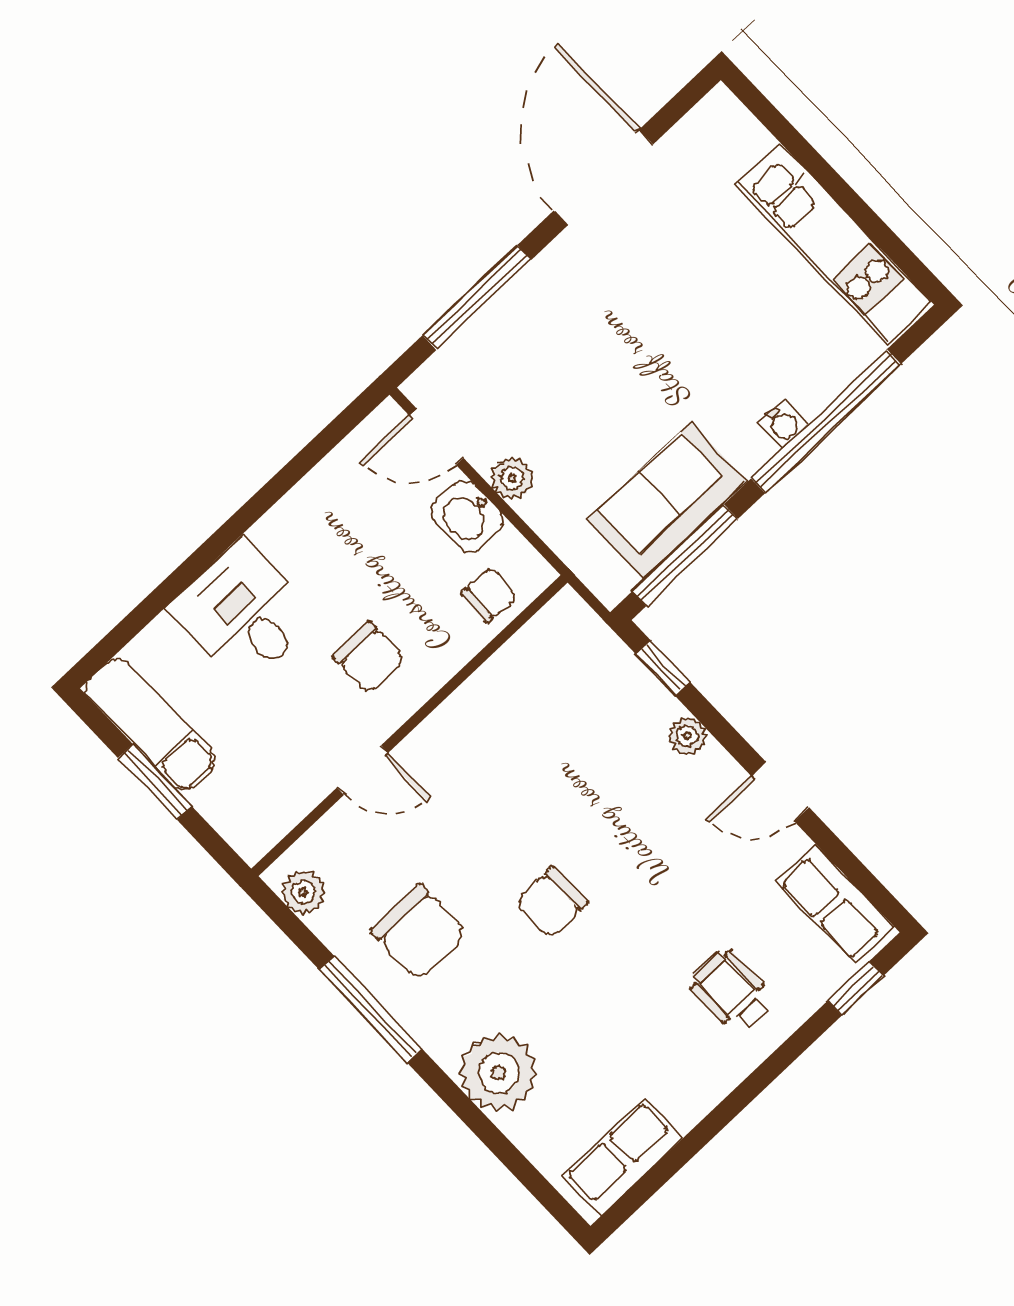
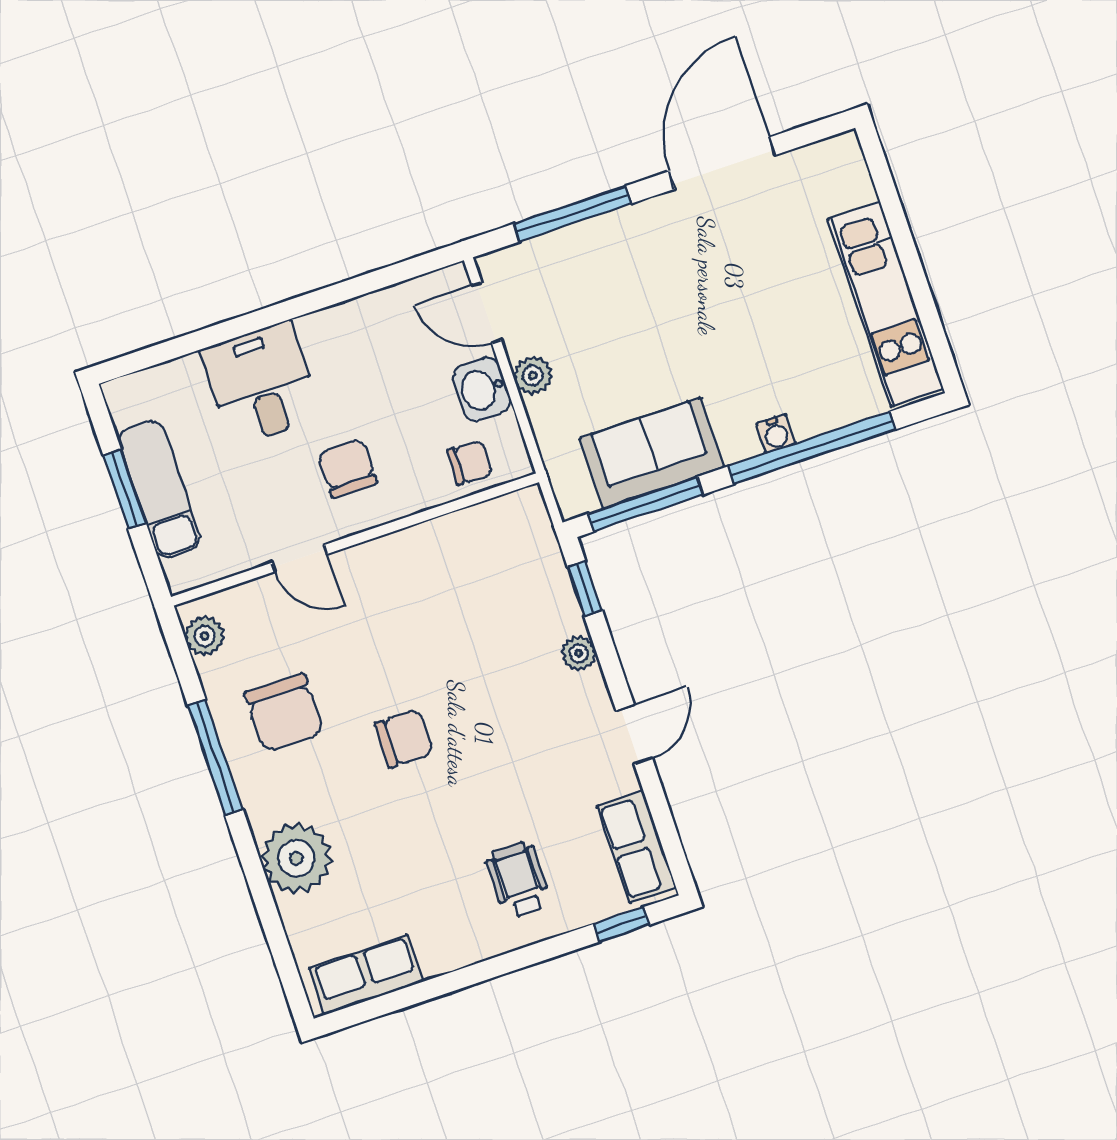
chair: (369, 658) -> (347, 468), turned 180
exam couch: (150, 724) -> (159, 489), moved
door: (780, 792) -> (634, 734), swing flipped
chair: (551, 902) -> (404, 738), turned 180

